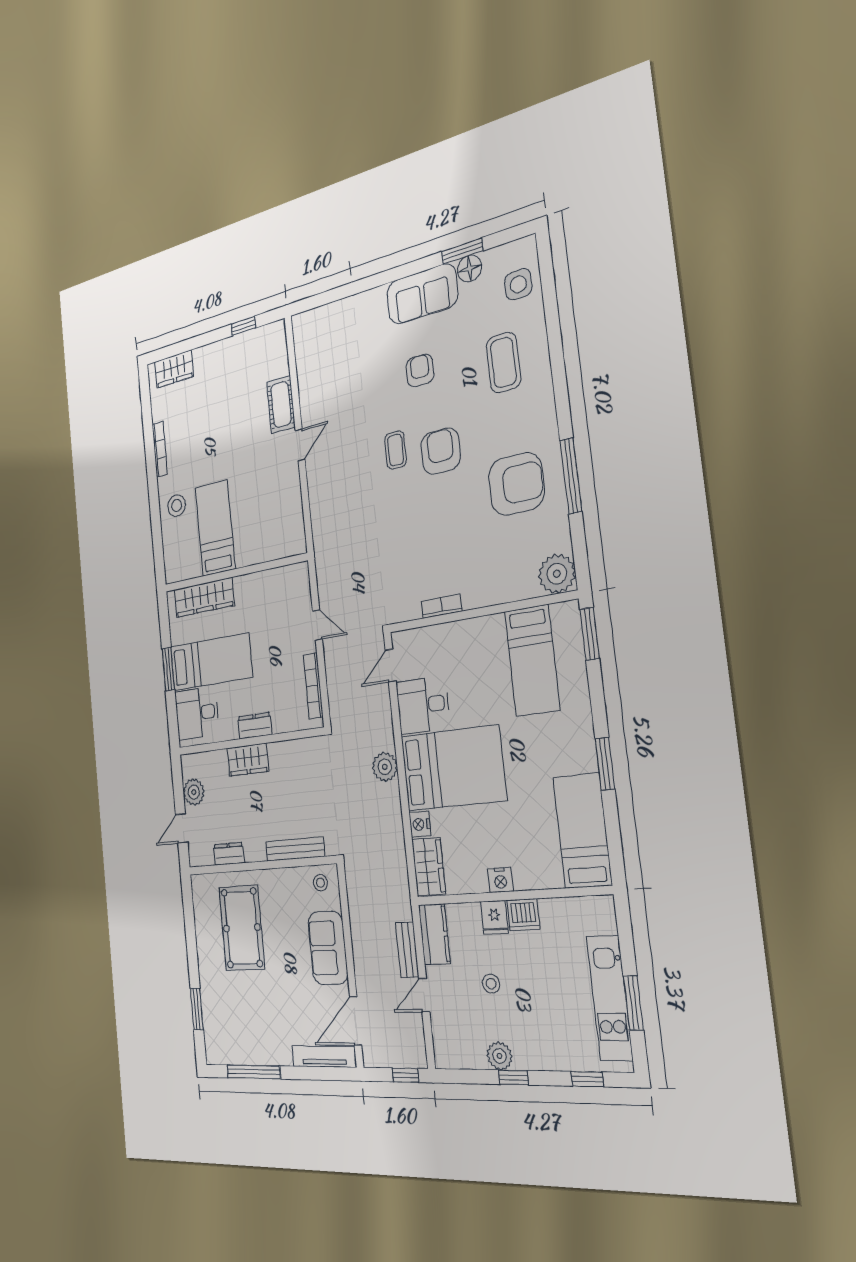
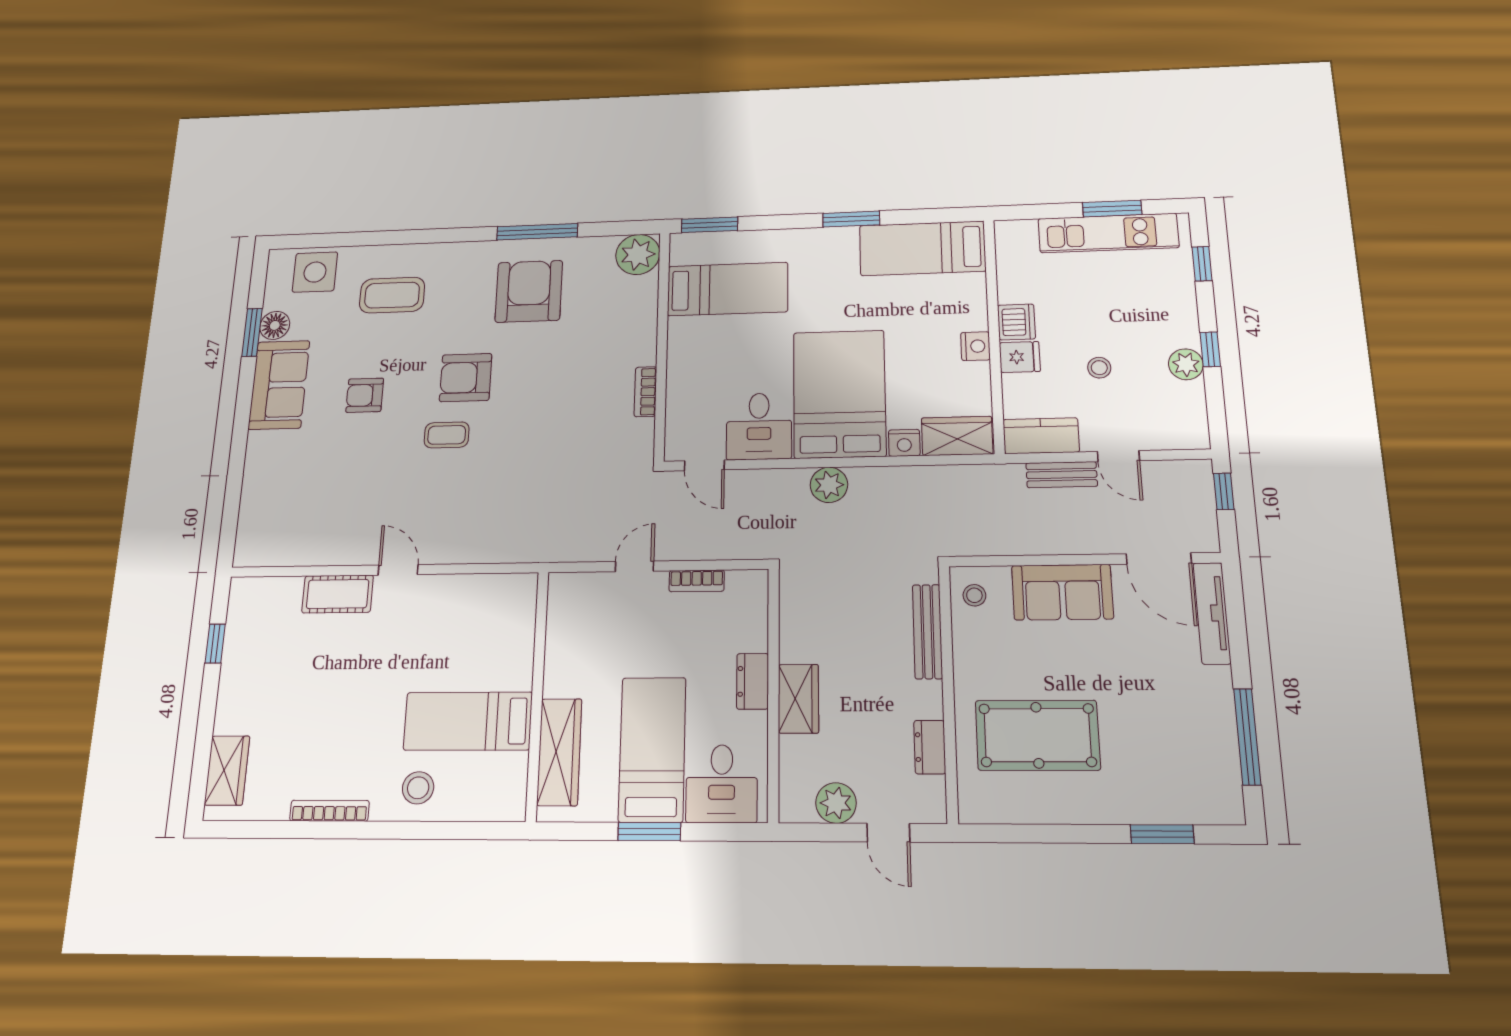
side table: (518, 284) -> (315, 272), width x1.37, depth x1.37
bookcase: (313, 686) -> (697, 581), width x0.64

